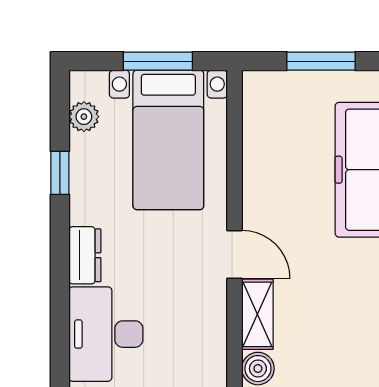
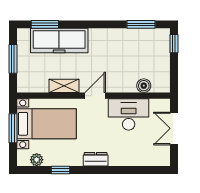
shelving: (257, 314) -> (64, 86), moved
desk: (106, 334) -> (129, 114), moved, turned 180

